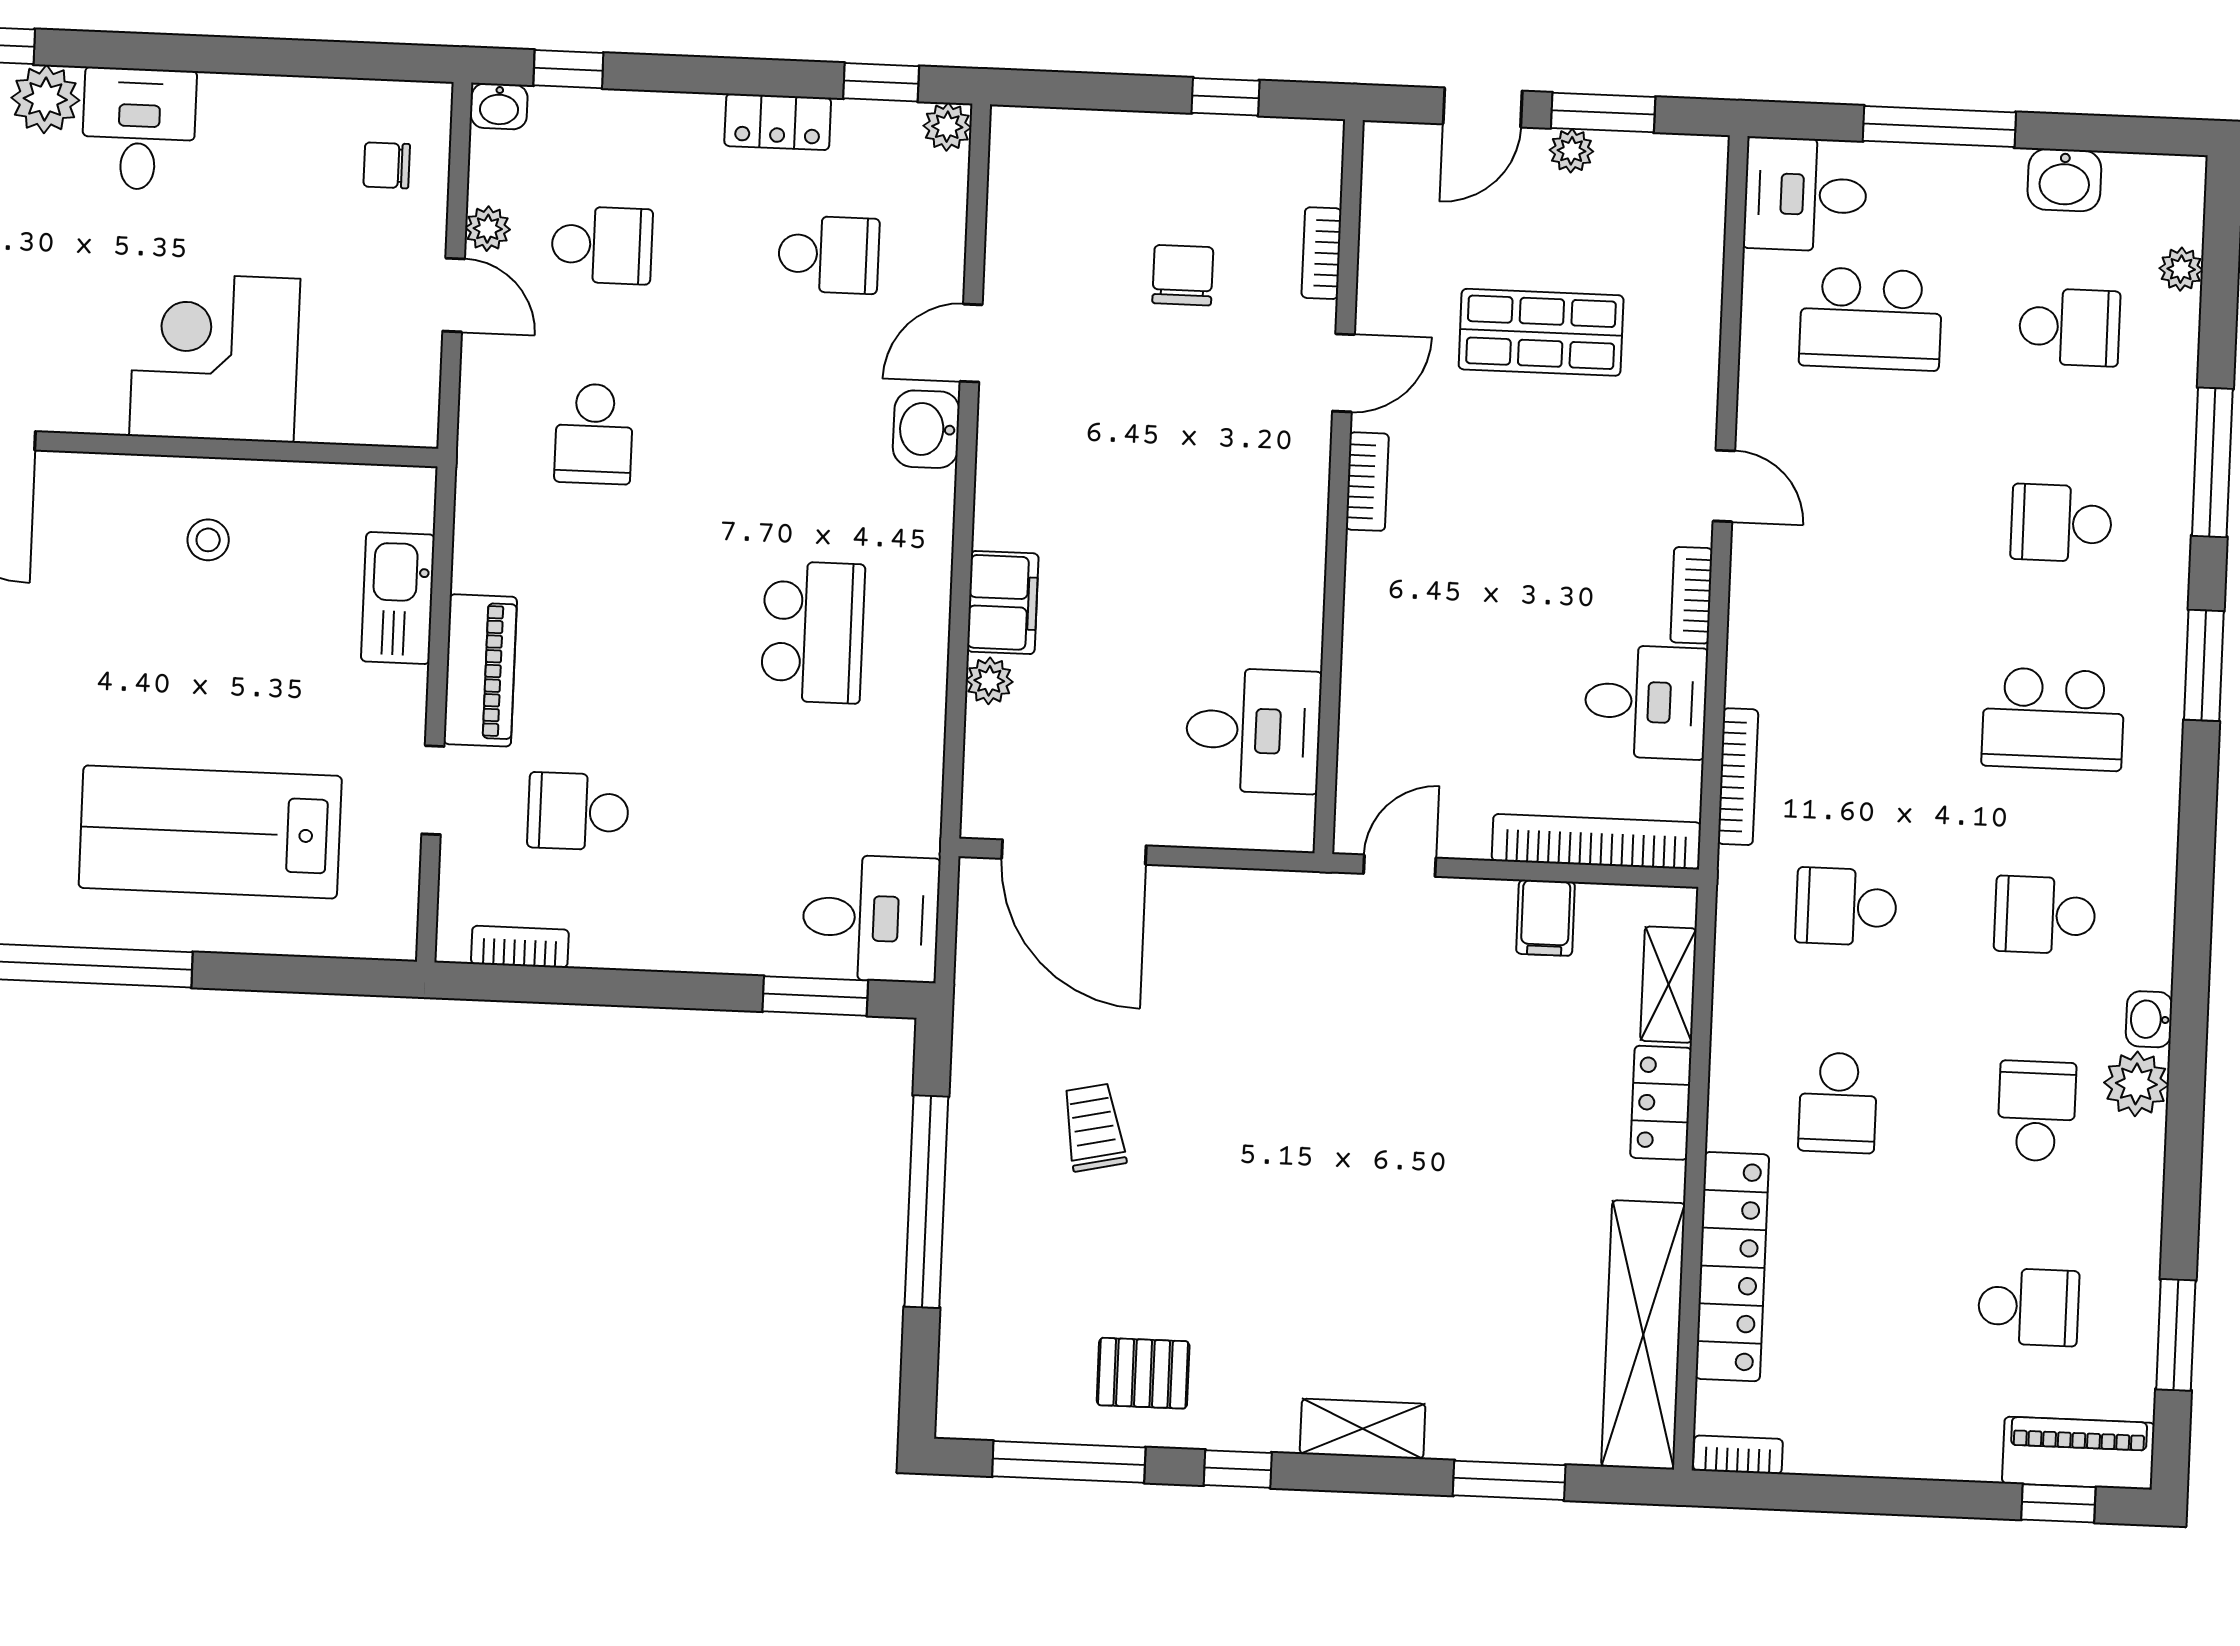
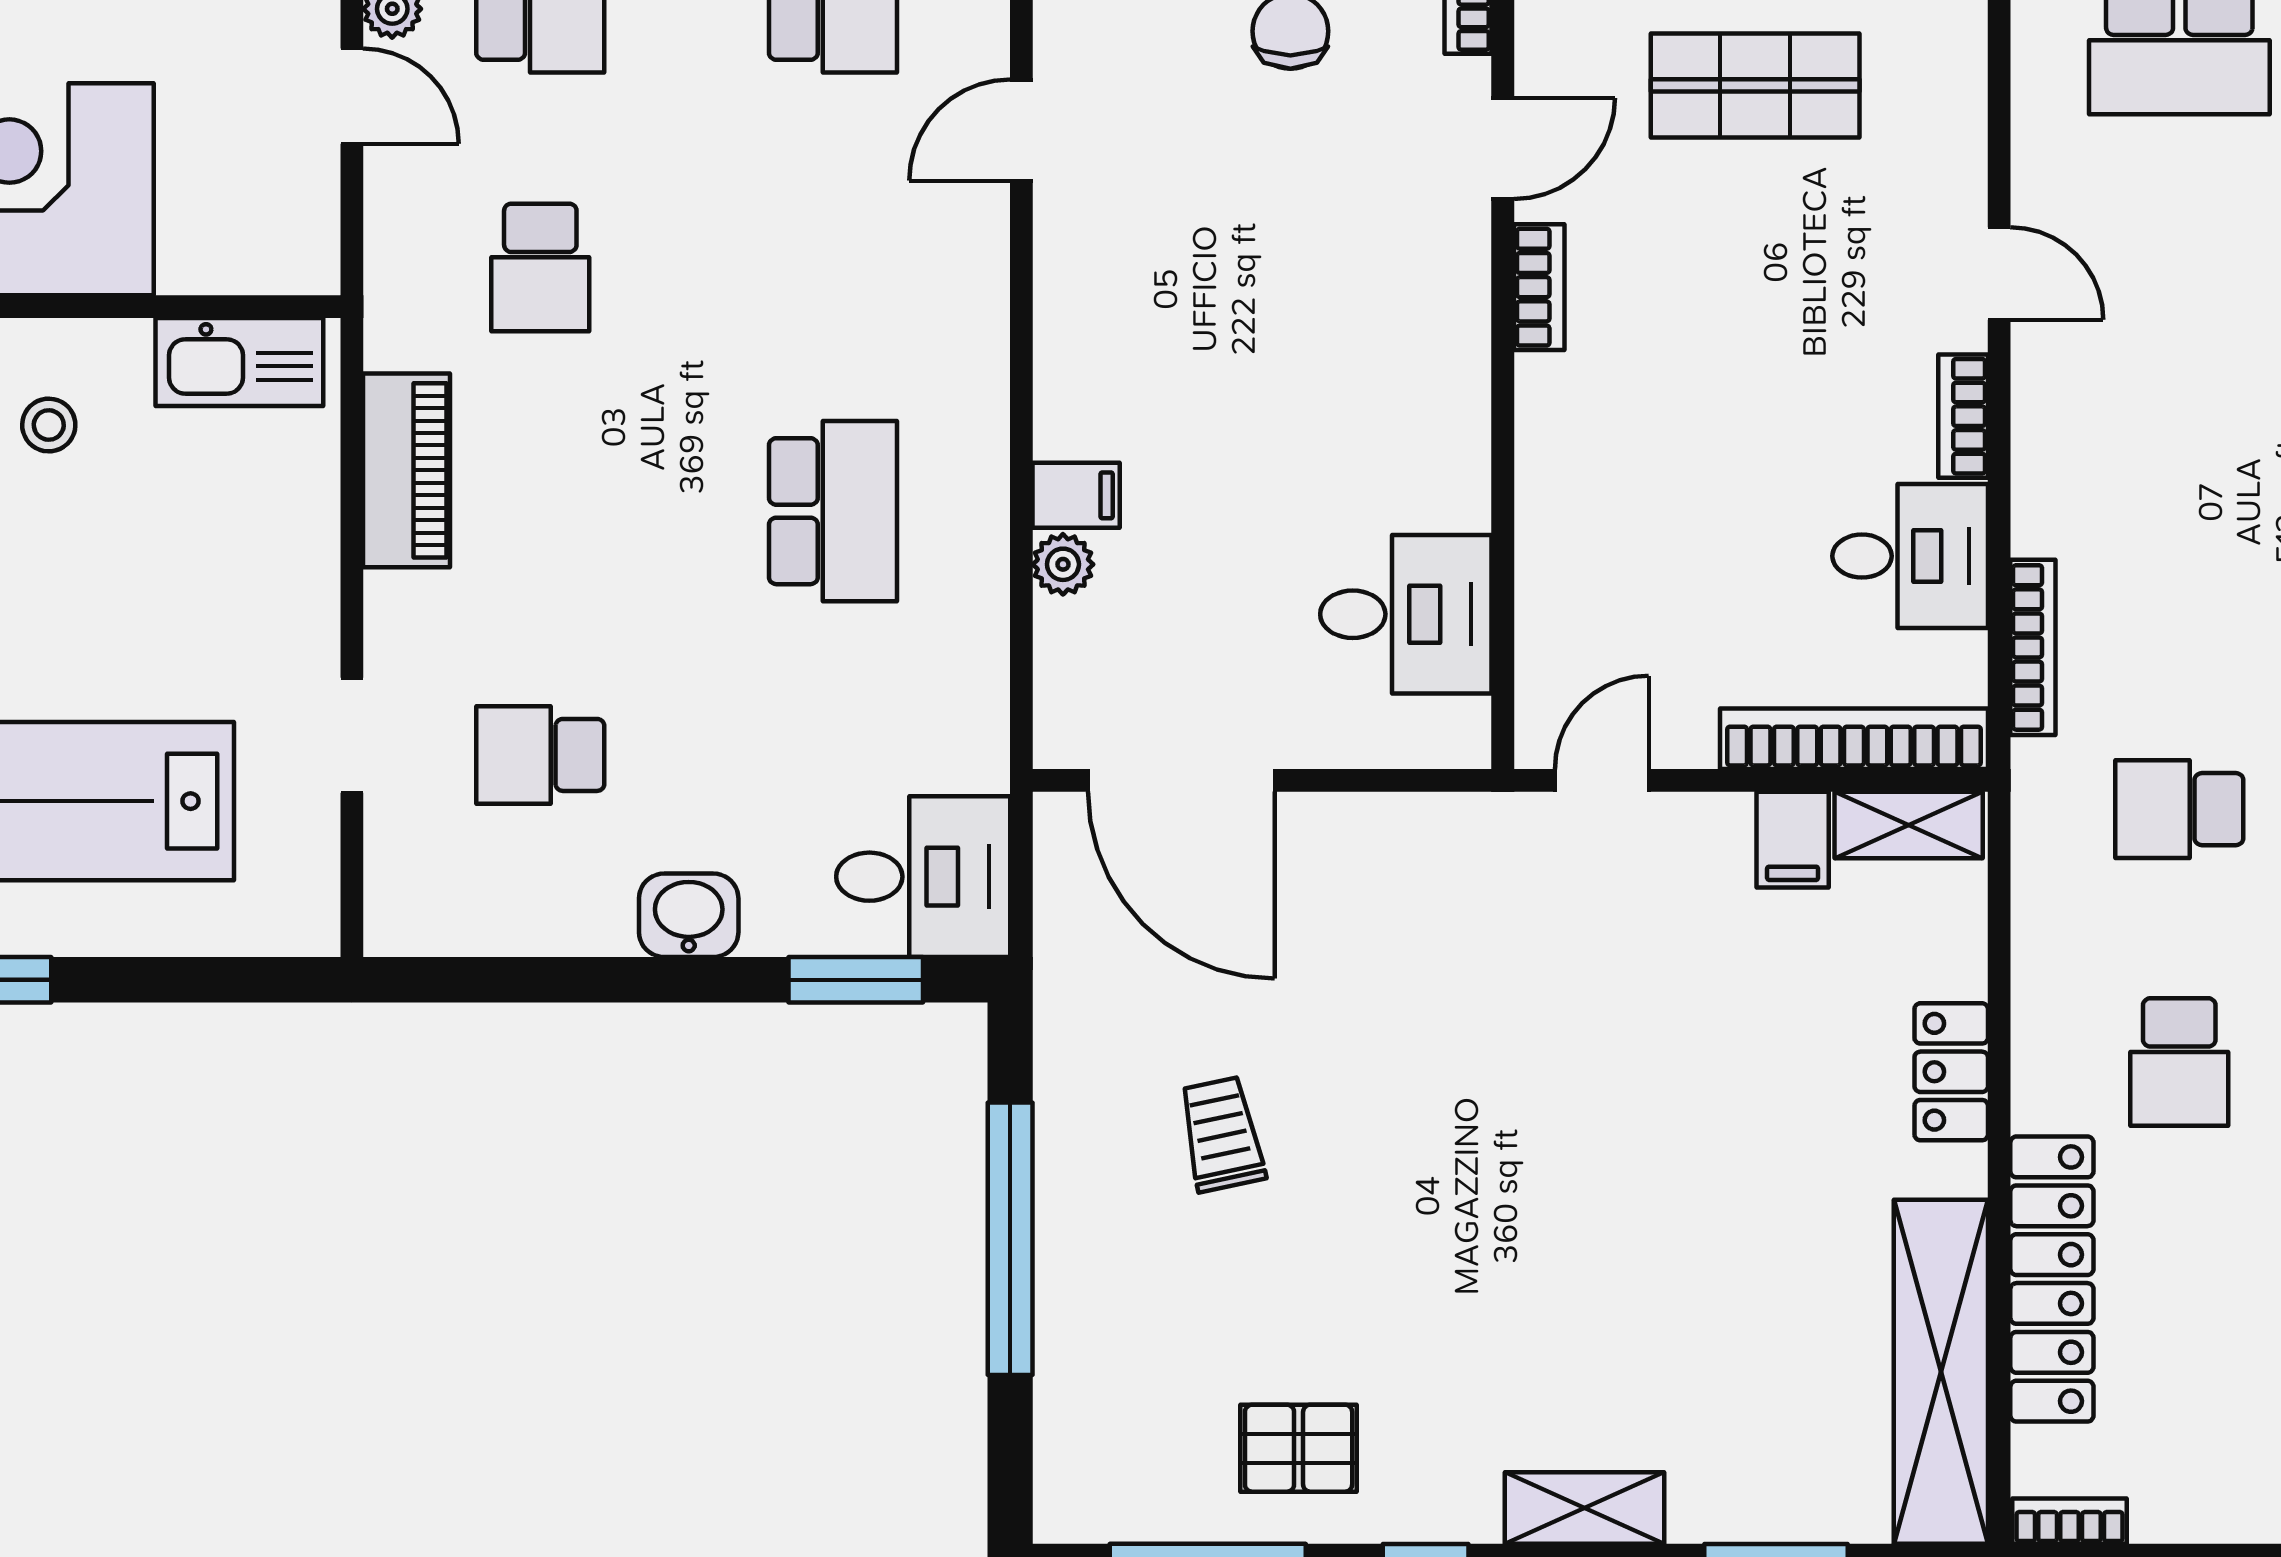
washbasin: (926, 429) -> (689, 915), moved, turned 90
kitchen sink: (398, 598) -> (239, 362), moved, turned -90
filing cabinet: (1003, 603) -> (1076, 495), width x0.50
piano: (480, 670) -> (407, 470), moved
bookcase: (520, 947) -> (472, 932), removed
shelving: (1668, 985) -> (1909, 825), moved, turned 90

